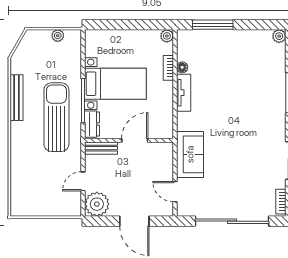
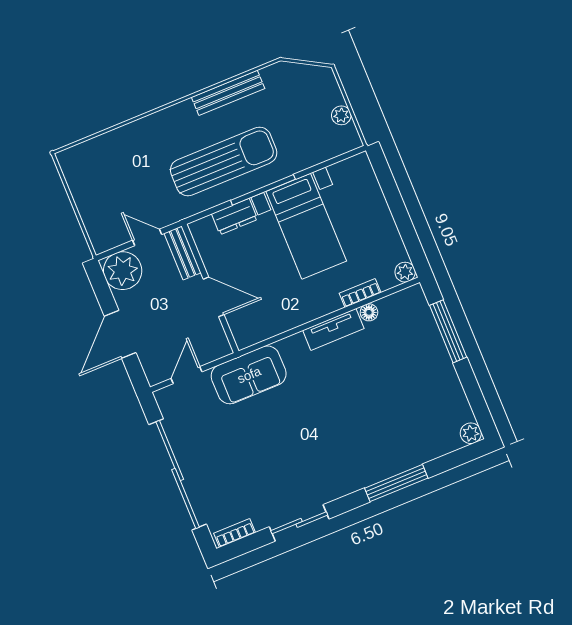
wall: (129, 140) -> (210, 288), moved
door: (135, 140) -> (214, 297), moved
bench: (101, 148) -> (182, 253), moved

